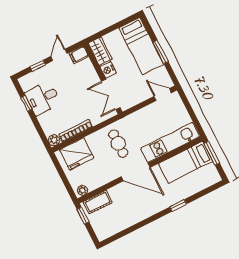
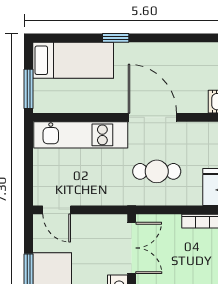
cafe table: (118, 143) -> (157, 171), turned 90
bed: (186, 162) -> (73, 60), moved

